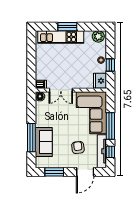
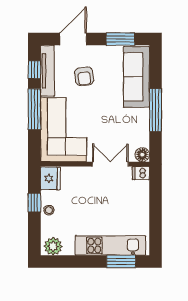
window: (67, 27) -> (121, 261), moved
window: (31, 138) -> (156, 110), moved
sofa: (44, 142) -> (136, 77), width x1.36

